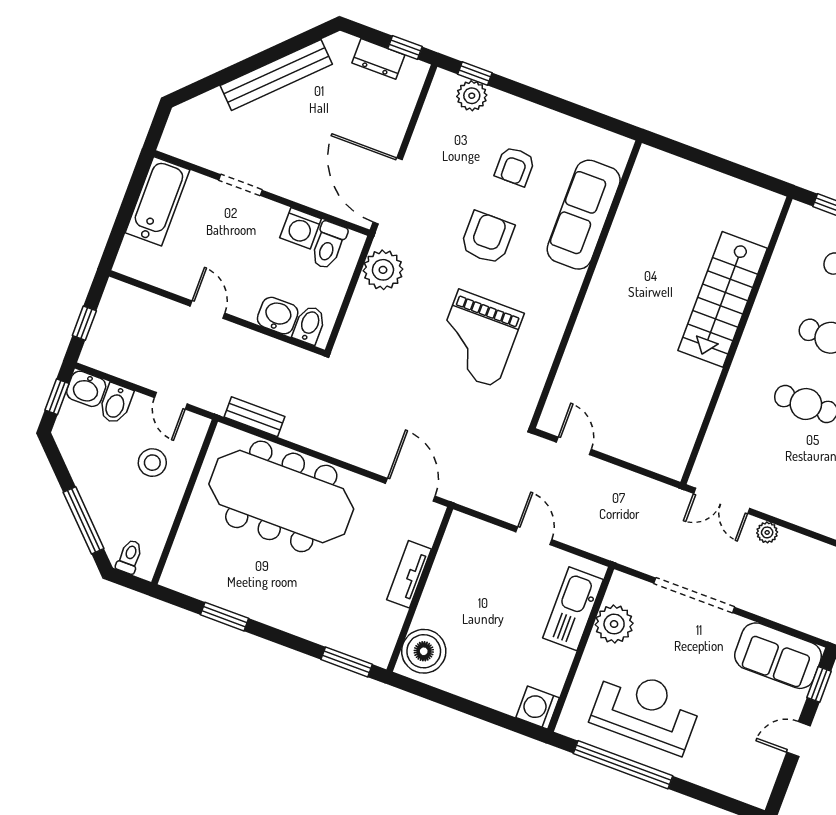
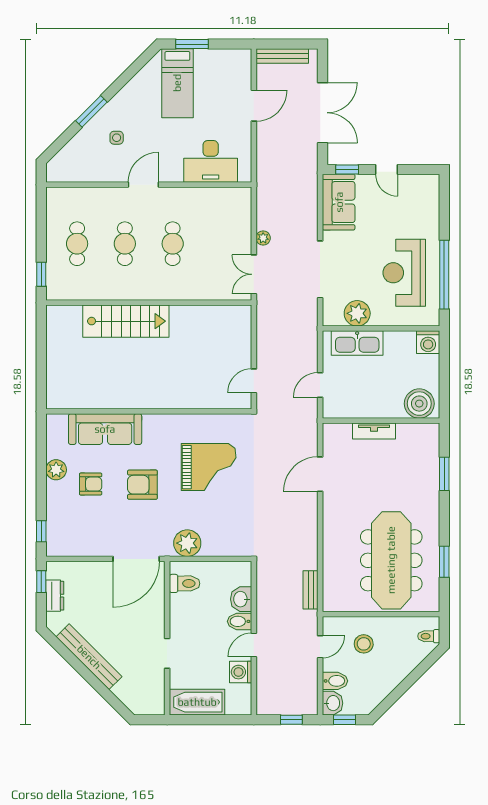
plant: (472, 96) -> (56, 470), moved
washing machine: (301, 228) -> (241, 672), moved, turned 180
bidet: (309, 325) -> (239, 621), moved
meeting table: (281, 496) -> (391, 560), moved
double door: (722, 501) -> (254, 274), swing flipped
window: (84, 520) -> (416, 674), removed
tv unit: (409, 574) -> (374, 431), moved
wall: (420, 589) -> (381, 421), moved
boiler: (424, 651) -> (419, 404), moved

